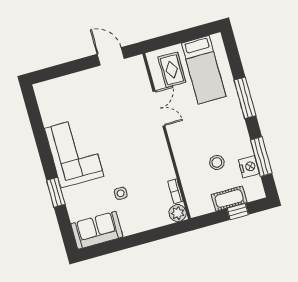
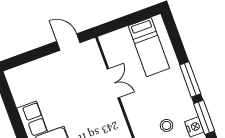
rug: (172, 70) -> (122, 49), removed
window: (245, 98) -> (190, 79), moved

